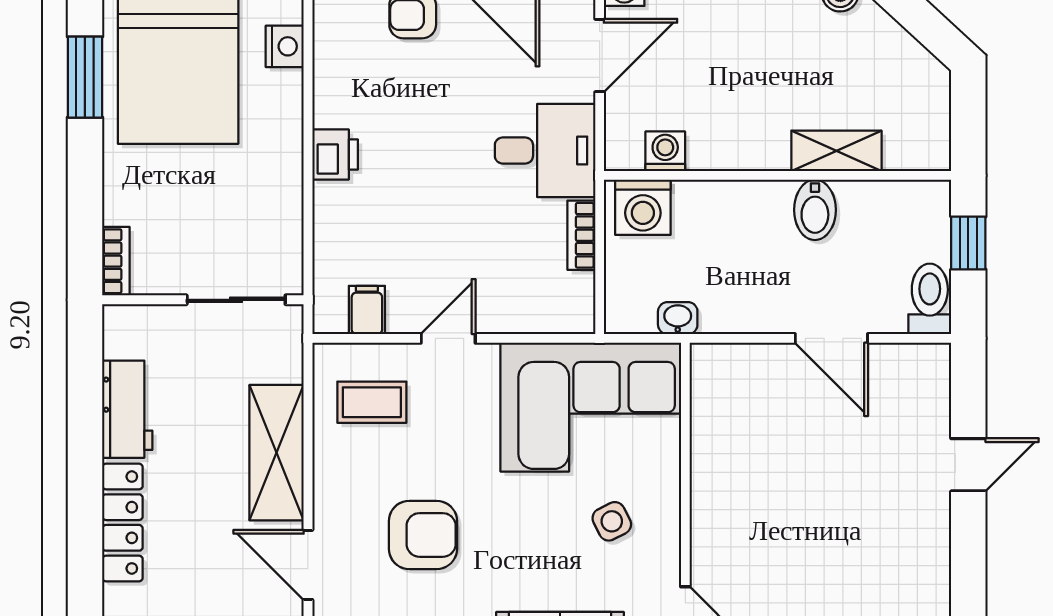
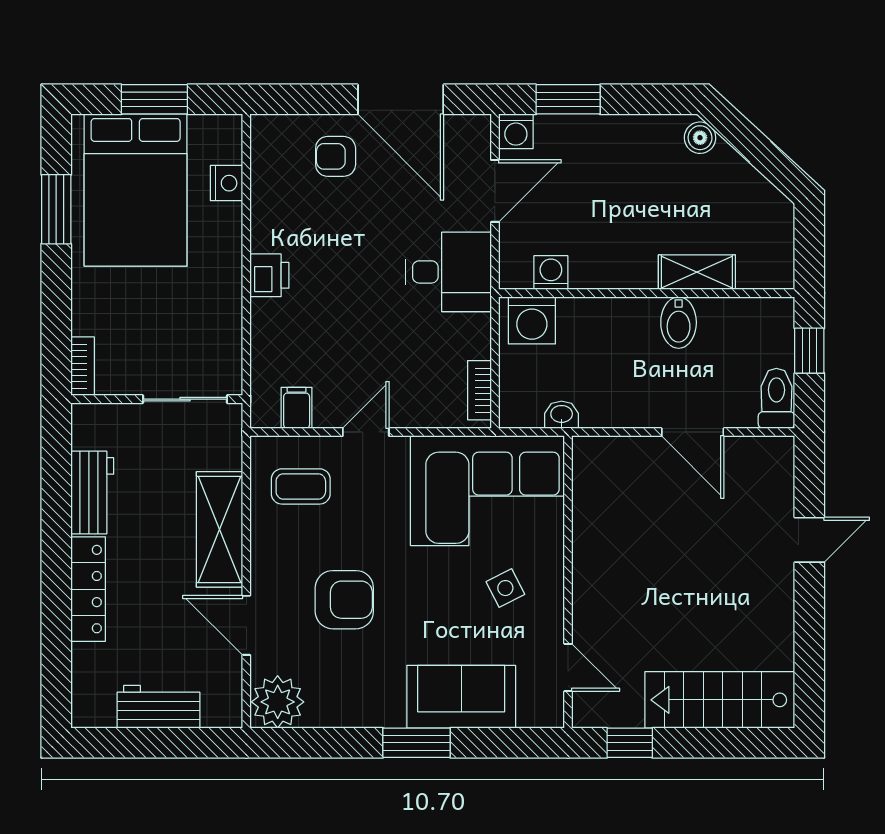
bookcase: (581, 235) -> (479, 390), moved

